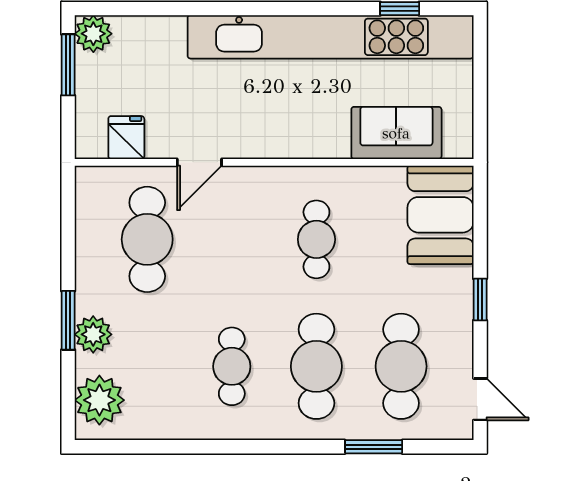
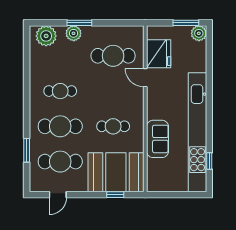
sofa: (396, 133) -> (157, 139), moved
fridge: (126, 138) -> (159, 54), width x1.88, depth x1.34
booth: (441, 215) -> (116, 172), width x1.36, depth x1.42
window: (480, 300) -> (115, 195), moved
door: (480, 399) -> (58, 195), moved

